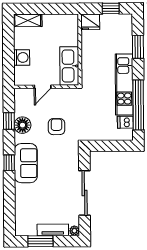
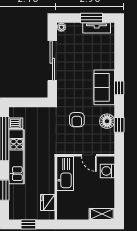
fridge: (90, 22) -> (48, 203), moved, turned -90
washing machine: (22, 57) -> (107, 171), moved
door: (43, 87) -> (89, 155), swing flipped
tv unit: (53, 230) -> (97, 28), moved

